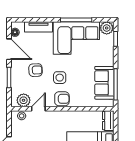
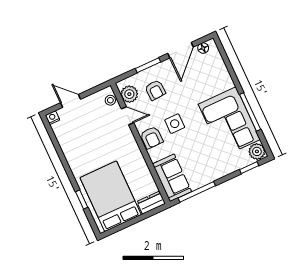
tv unit: (39, 27) -> (222, 72), removed
armchair: (36, 70) -> (155, 90), moved
sofa: (104, 83) -> (172, 178), moved, turned 90

